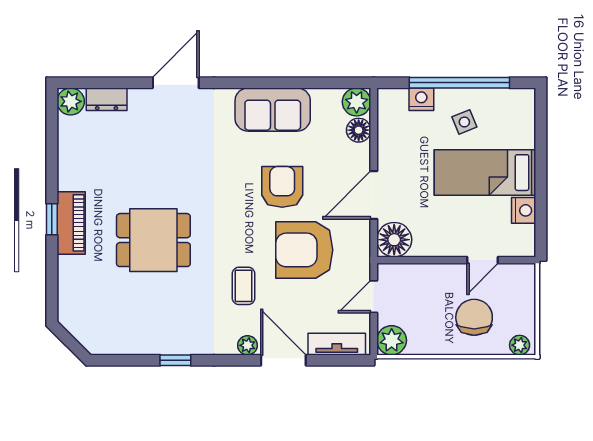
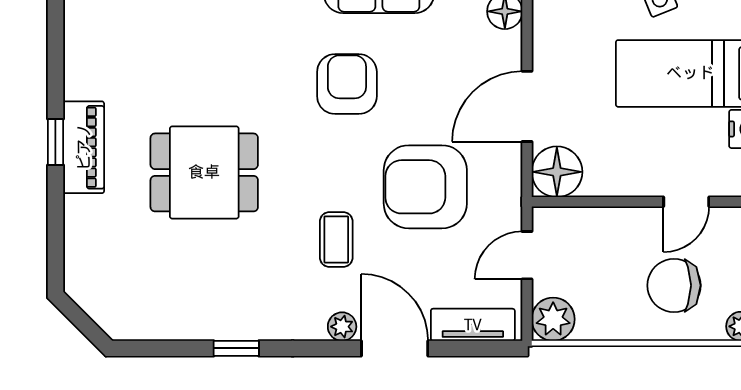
armchair: (282, 187) -> (347, 84), moved
chair: (474, 317) -> (674, 285), turned -90

